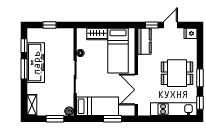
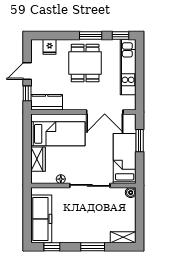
window: (50, 25) -> (27, 216), removed
door: (170, 25) -> (27, 71), hinge flipped
fridge: (190, 33) -> (50, 47), moved
freezer: (36, 63) -> (41, 219), moved, turned 90
window: (24, 69) -> (93, 247), moved
window: (55, 119) -> (140, 210), removed

